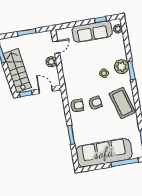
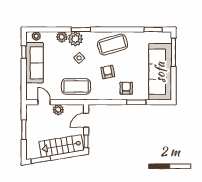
plant: (121, 53) -> (62, 37), added
coffee table: (76, 75) -> (76, 86), added
armchair: (77, 106) -> (126, 88), moved

